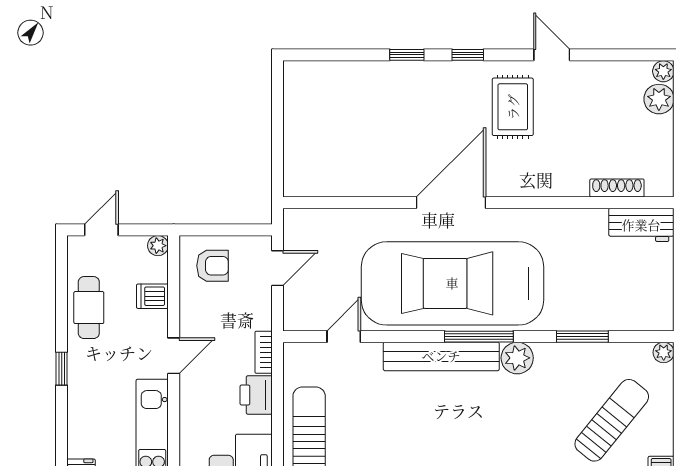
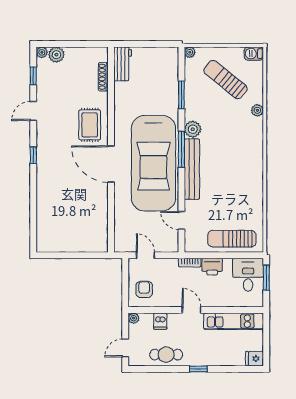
window: (407, 55) -> (33, 76), moved
rug: (513, 107) -> (90, 125), moved, turned 90
door: (101, 230) -> (125, 348), hinge flipped

